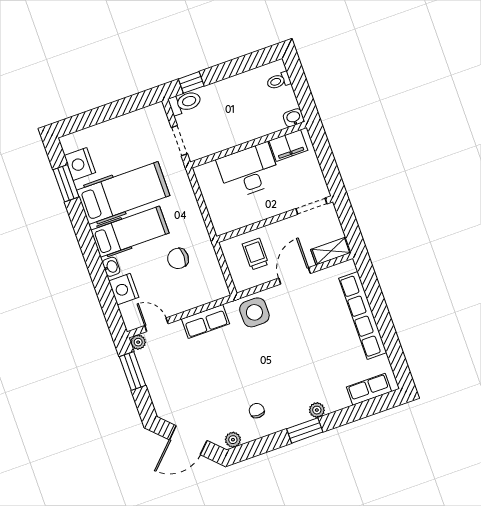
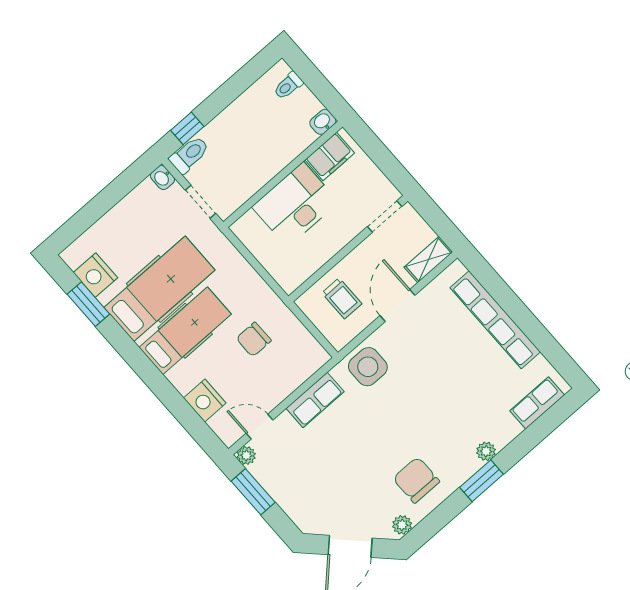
trolley: (255, 254) -> (342, 298), turned 180
washbasin: (111, 267) -> (162, 178), moved, turned 180
chair: (257, 411) -> (416, 480), width x1.87, depth x1.87

